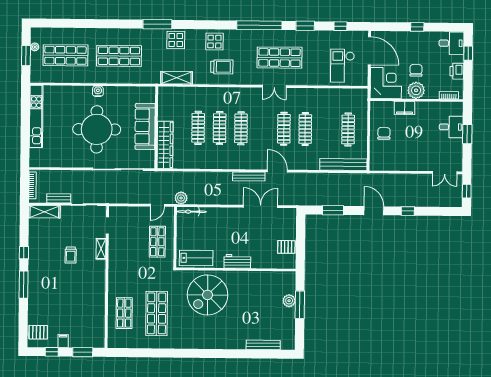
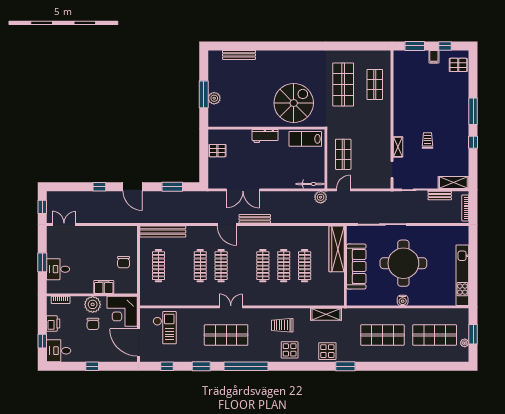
window: (157, 24) -> (345, 366), width x0.69

